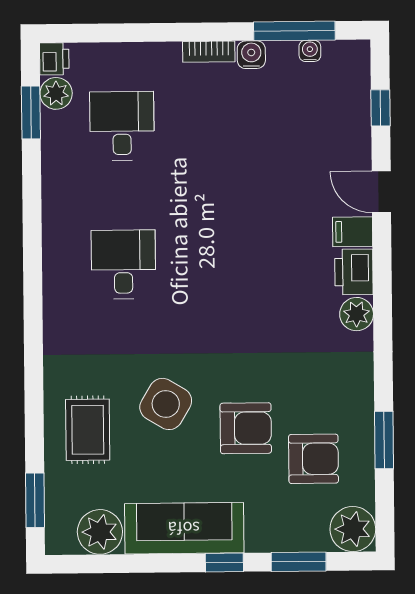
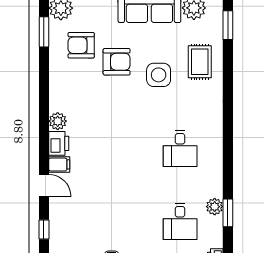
plant: (56, 93) -> (215, 207), moved
window: (31, 112) -> (228, 213), moved
side table: (166, 404) -> (159, 75), turned -31
armchair: (246, 428) -> (117, 62), turned 180
window: (384, 440) -> (44, 32), moved

